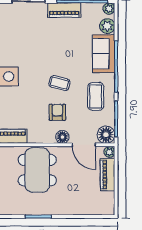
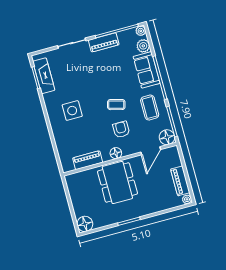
floor lamp: (62, 137) -> (116, 153), moved
door: (84, 145) -> (151, 151), hinge flipped
plant: (109, 152) -> (187, 199), moved
piano: (107, 175) -> (180, 181), moved

